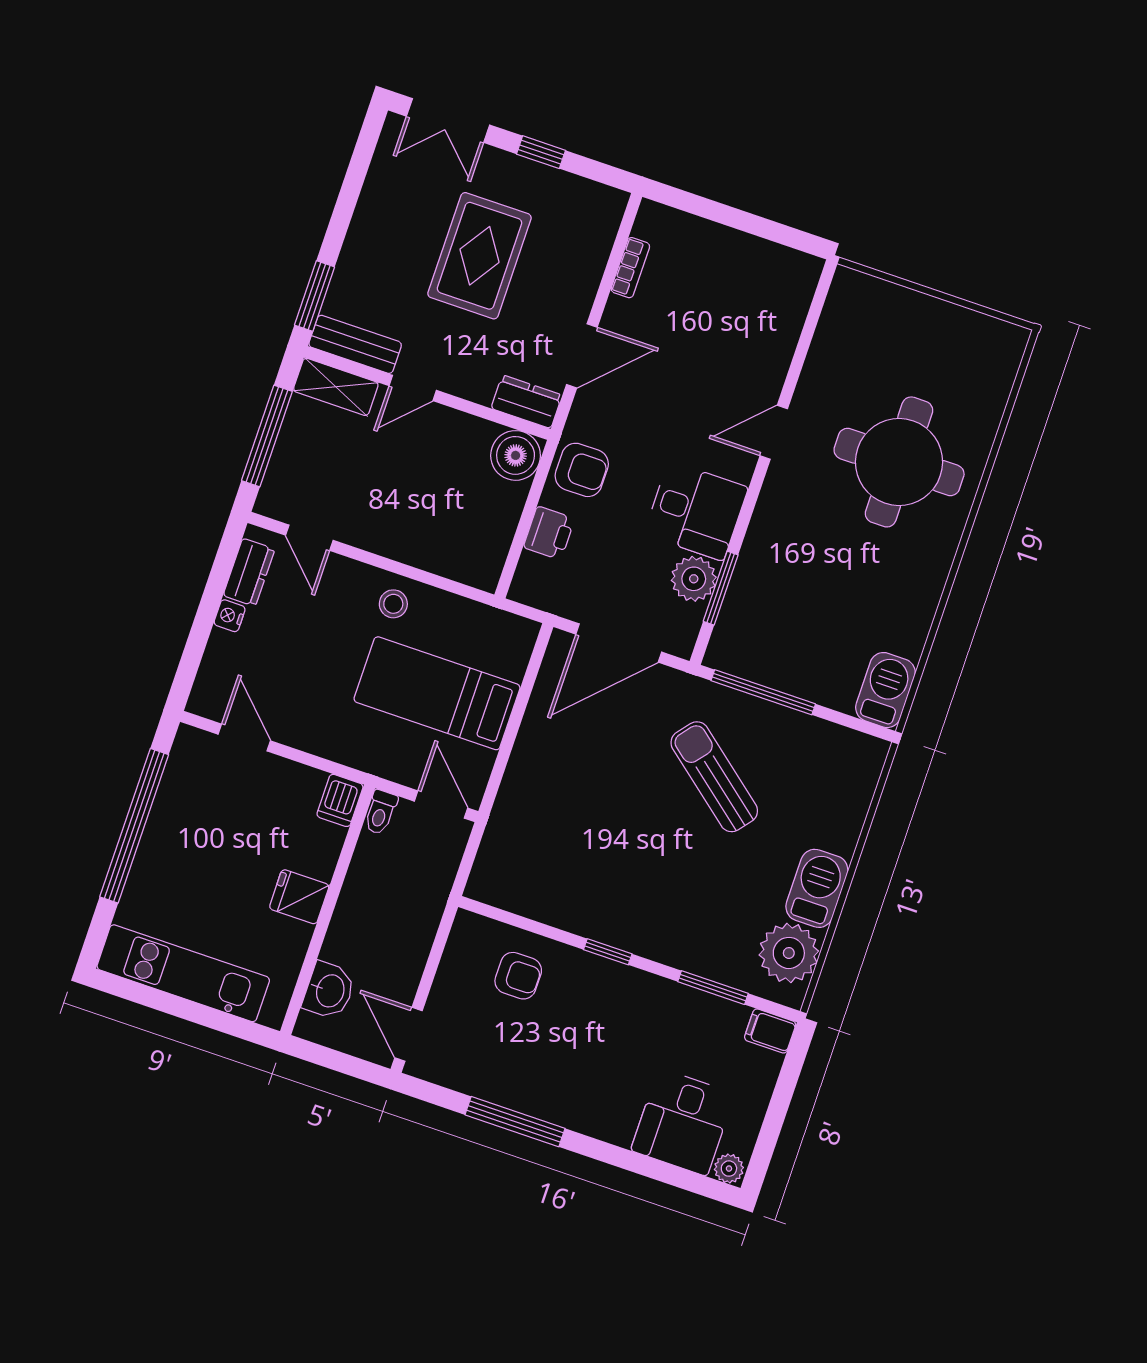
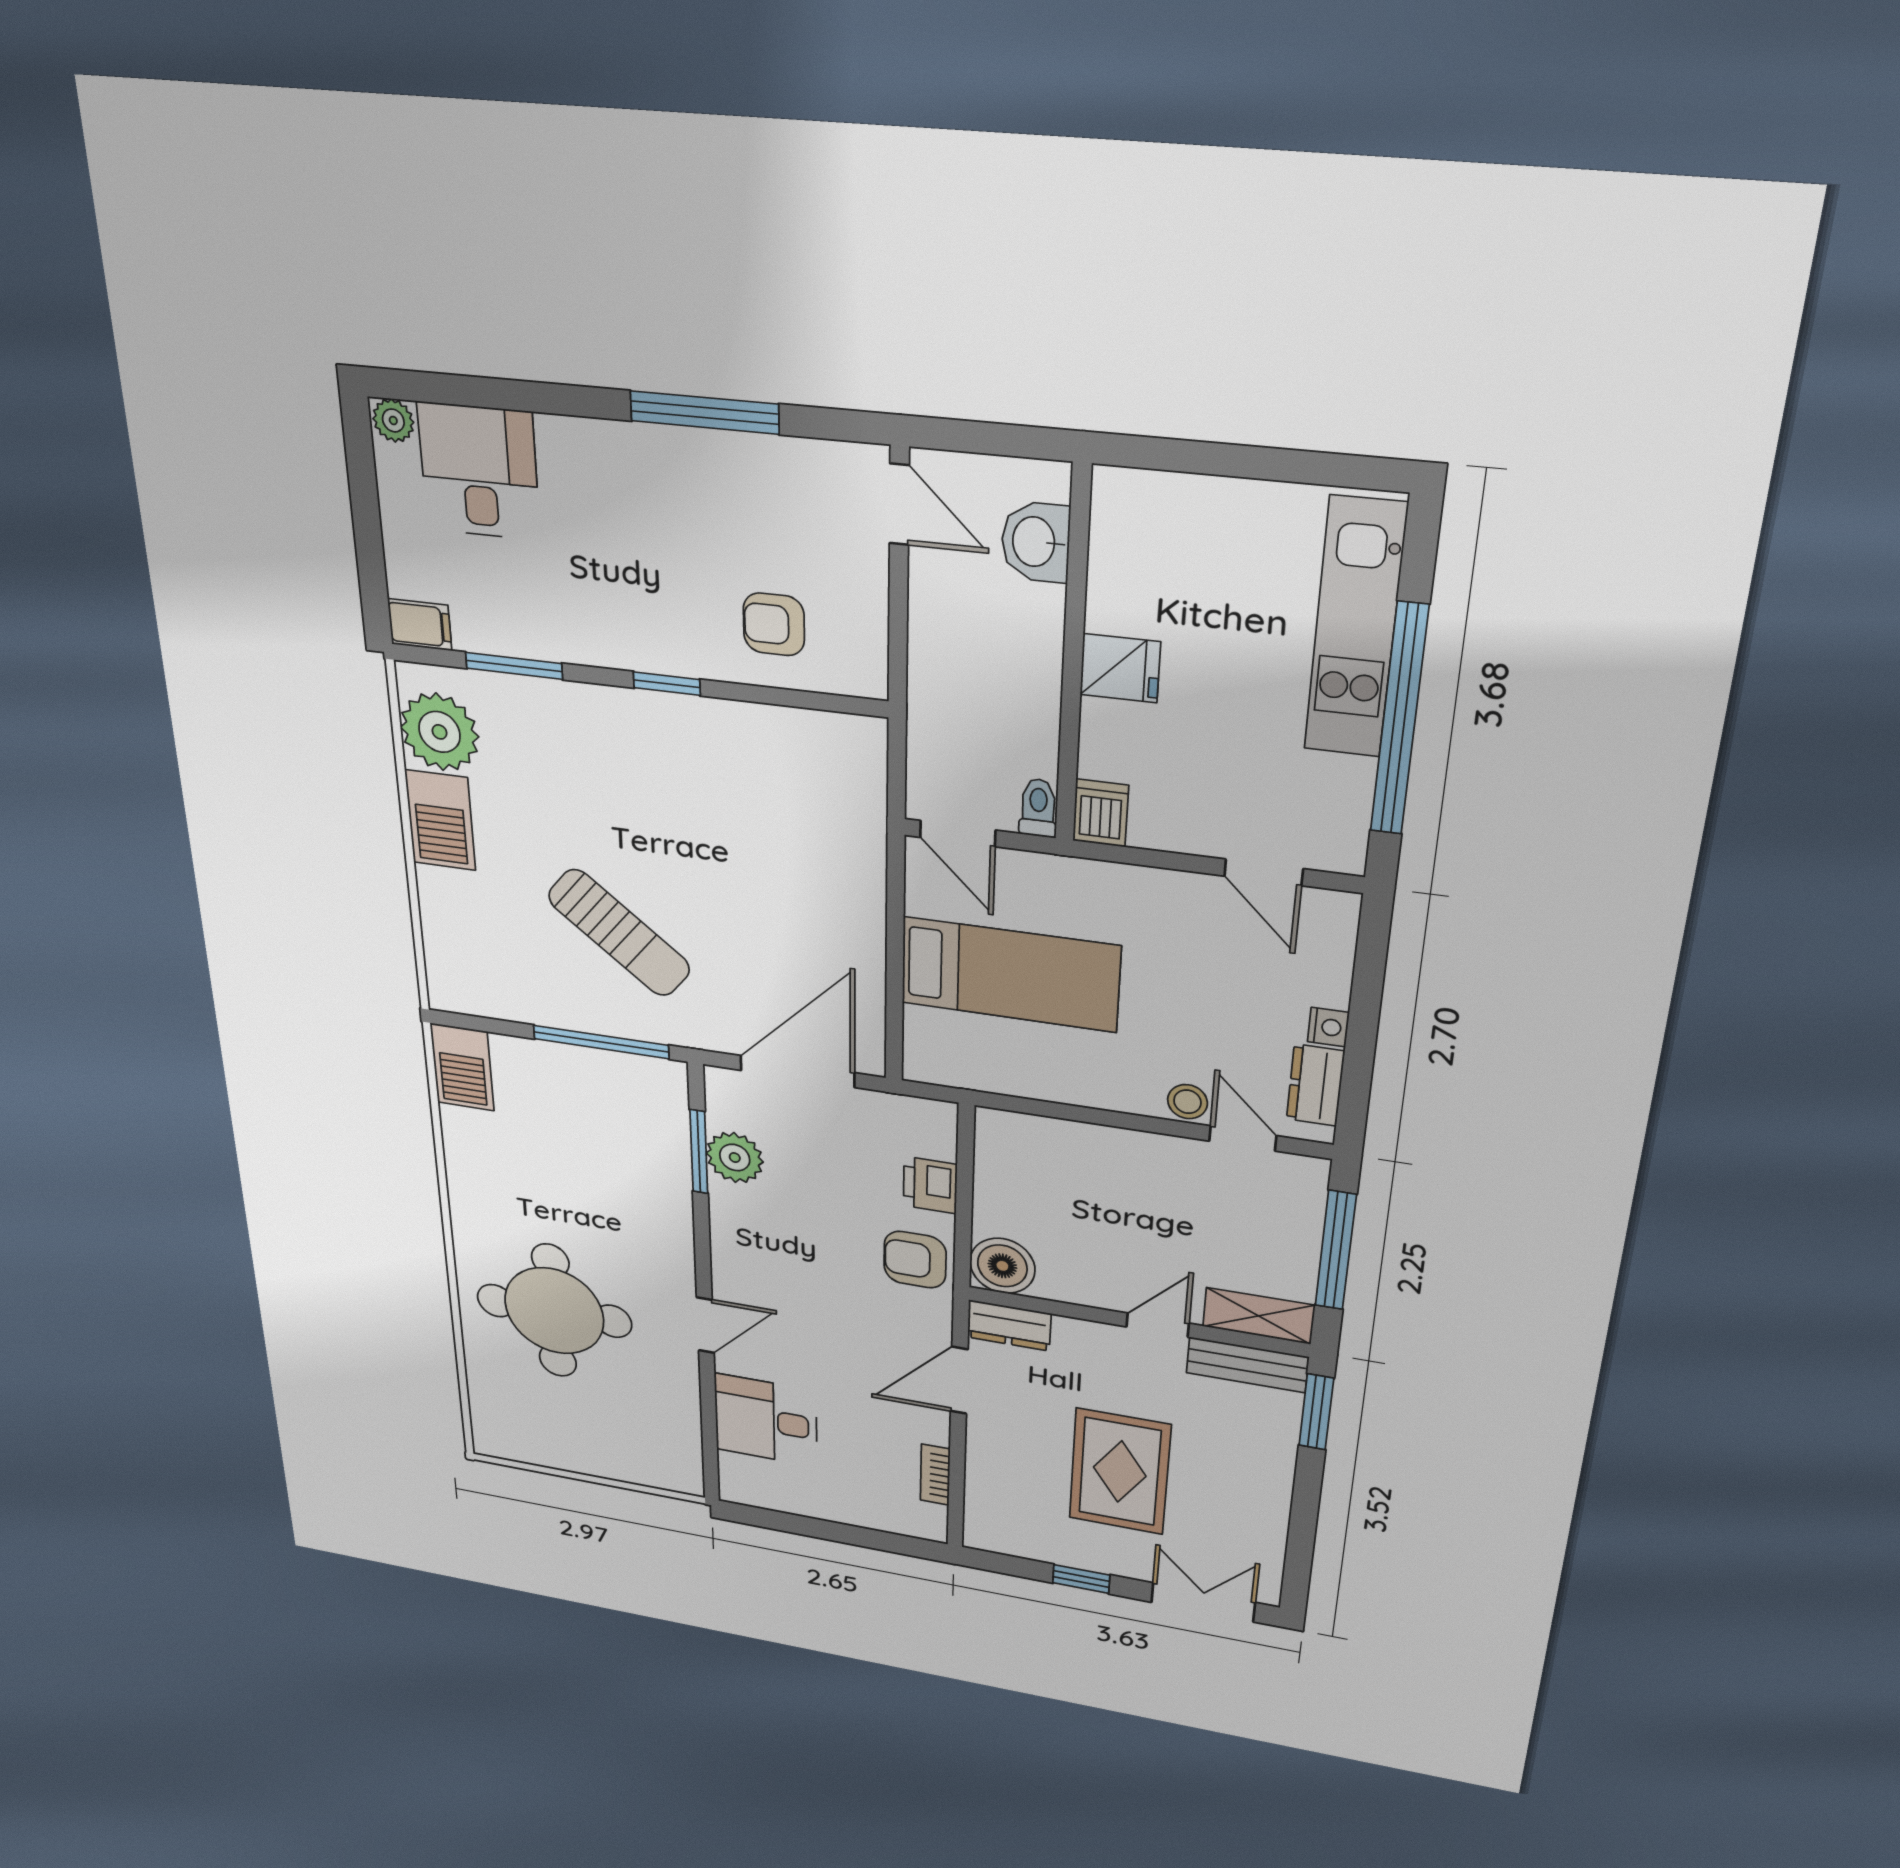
desk: (696, 511) -> (766, 1420), moved
stool: (393, 604) -> (1187, 1102), moved
kitchen unit: (183, 973) -> (1355, 629), moved, turned 90

